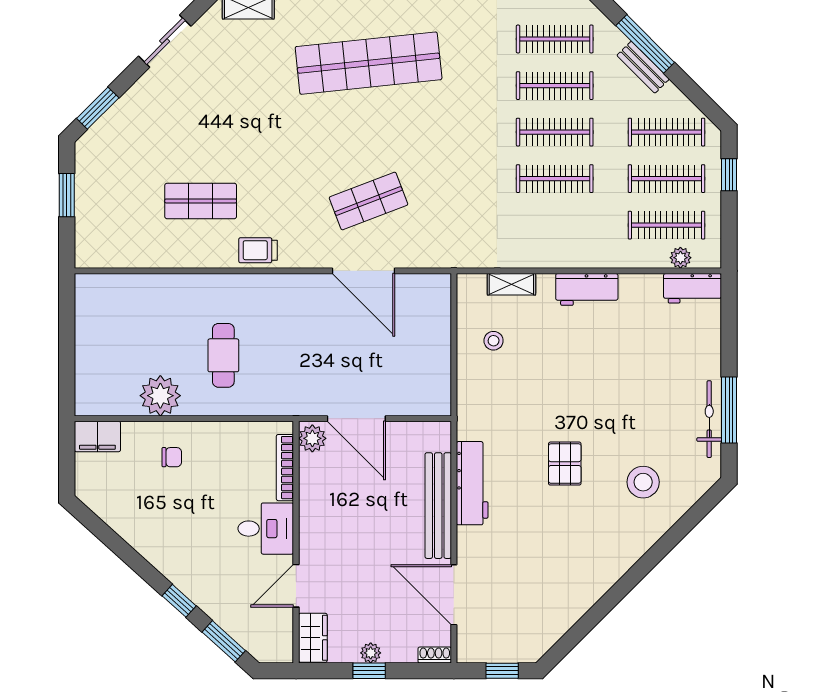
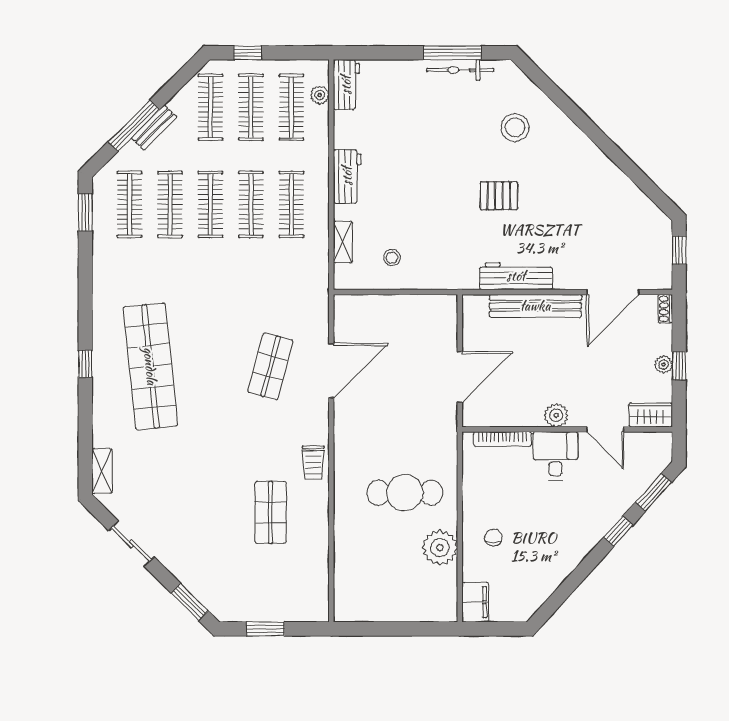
shop shelf: (369, 201) -> (270, 366), turned 36
clothes rail: (555, 225) -> (291, 204), added
cafe table: (223, 355) -> (405, 493), width x1.37, depth x1.35
plant: (312, 438) -> (556, 415), moved

